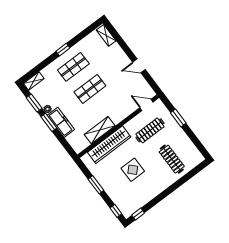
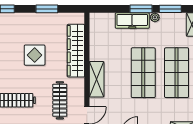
shop shelf: (73, 67) -> (177, 73), width x1.43, depth x1.36
shop shelf: (90, 89) -> (143, 73), width x1.43, depth x1.36
shelving: (100, 130) -> (97, 79), moved

